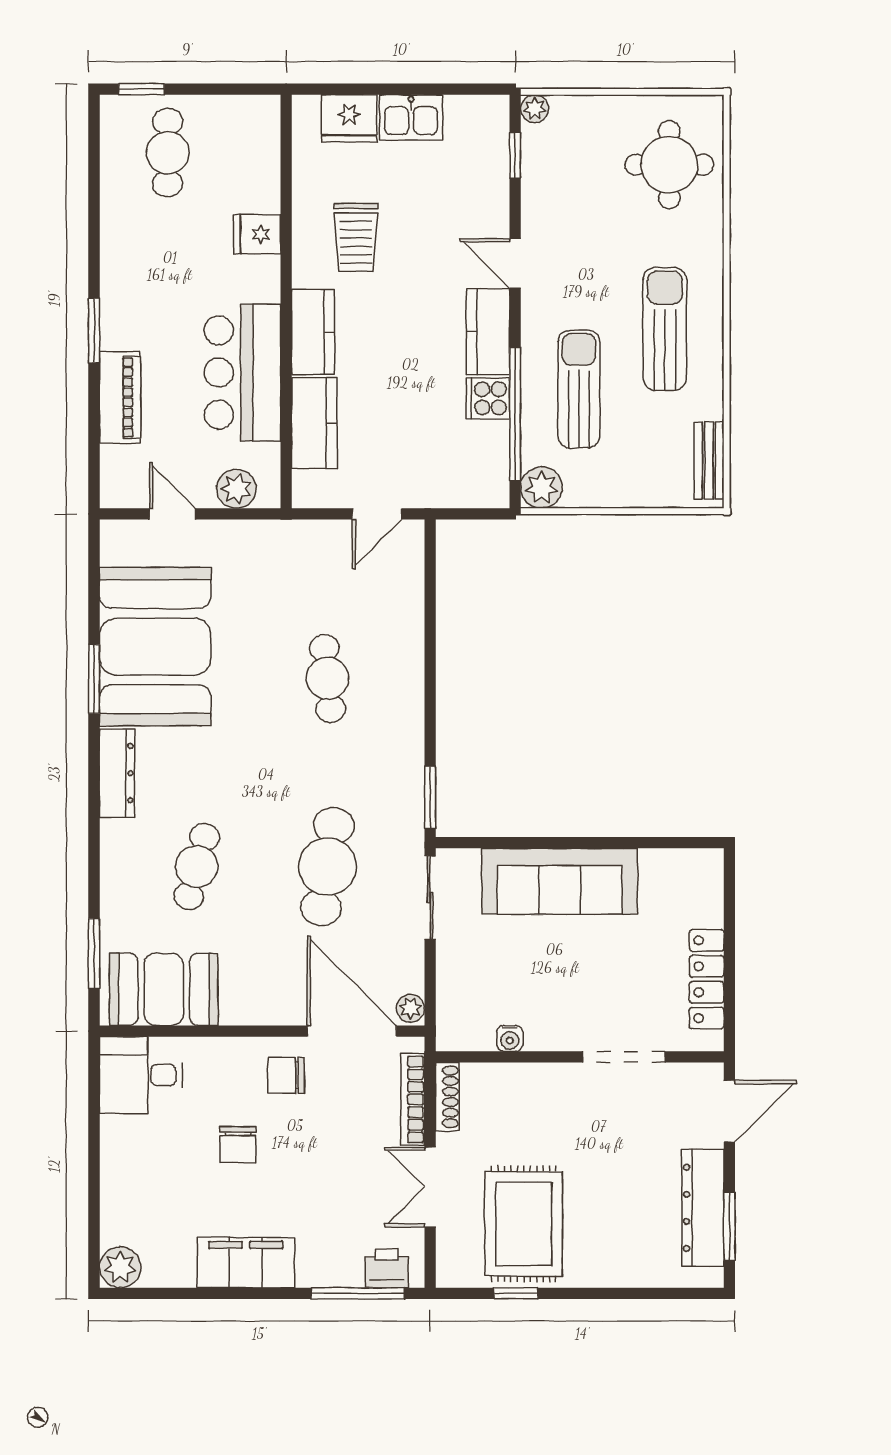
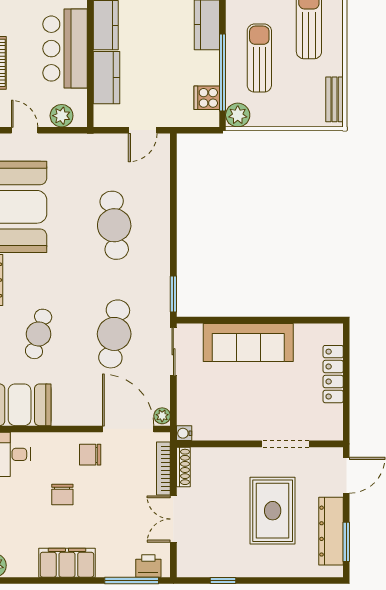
cooker: (488, 398) -> (207, 98), moved
cafe table: (327, 678) -> (114, 225), width x1.37, depth x1.35
locker: (707, 979) -> (333, 374), moved
water cooler: (510, 1038) -> (184, 433), moved, turned 90
rug: (524, 1224) -> (273, 511), moved

